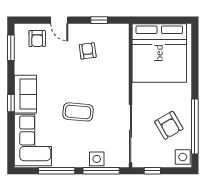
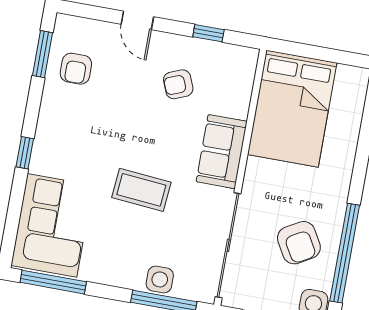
armchair: (37, 39) -> (76, 69), moved
armchair: (88, 51) -> (178, 84), turned -104
bed: (159, 53) -> (292, 109), width x0.73
sofa: (25, 94) -> (222, 152), moved, turned 180
window: (57, 171) -> (53, 282), moved

